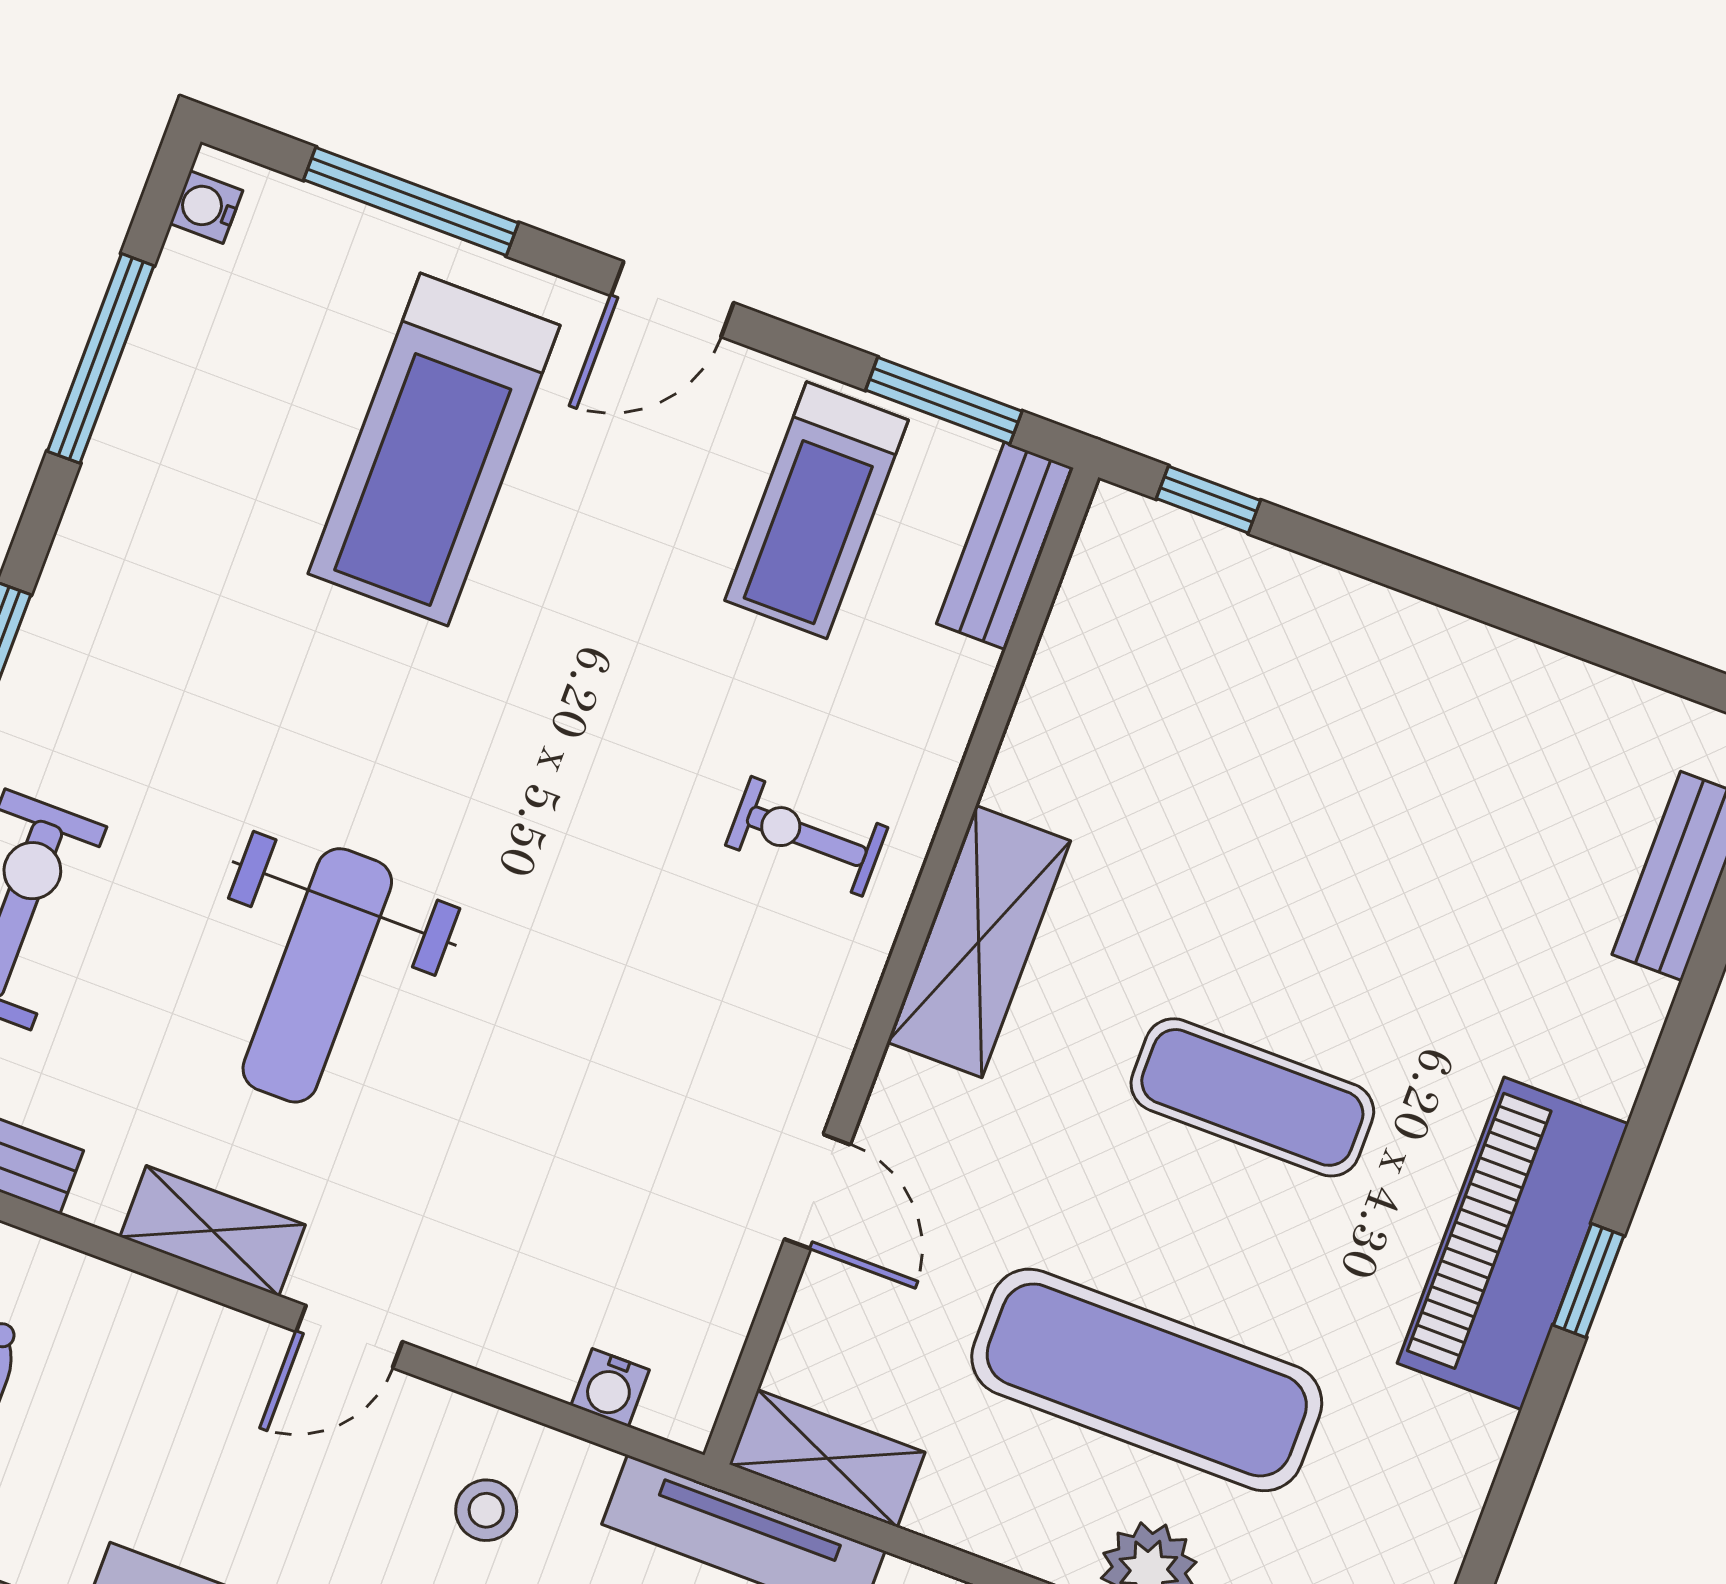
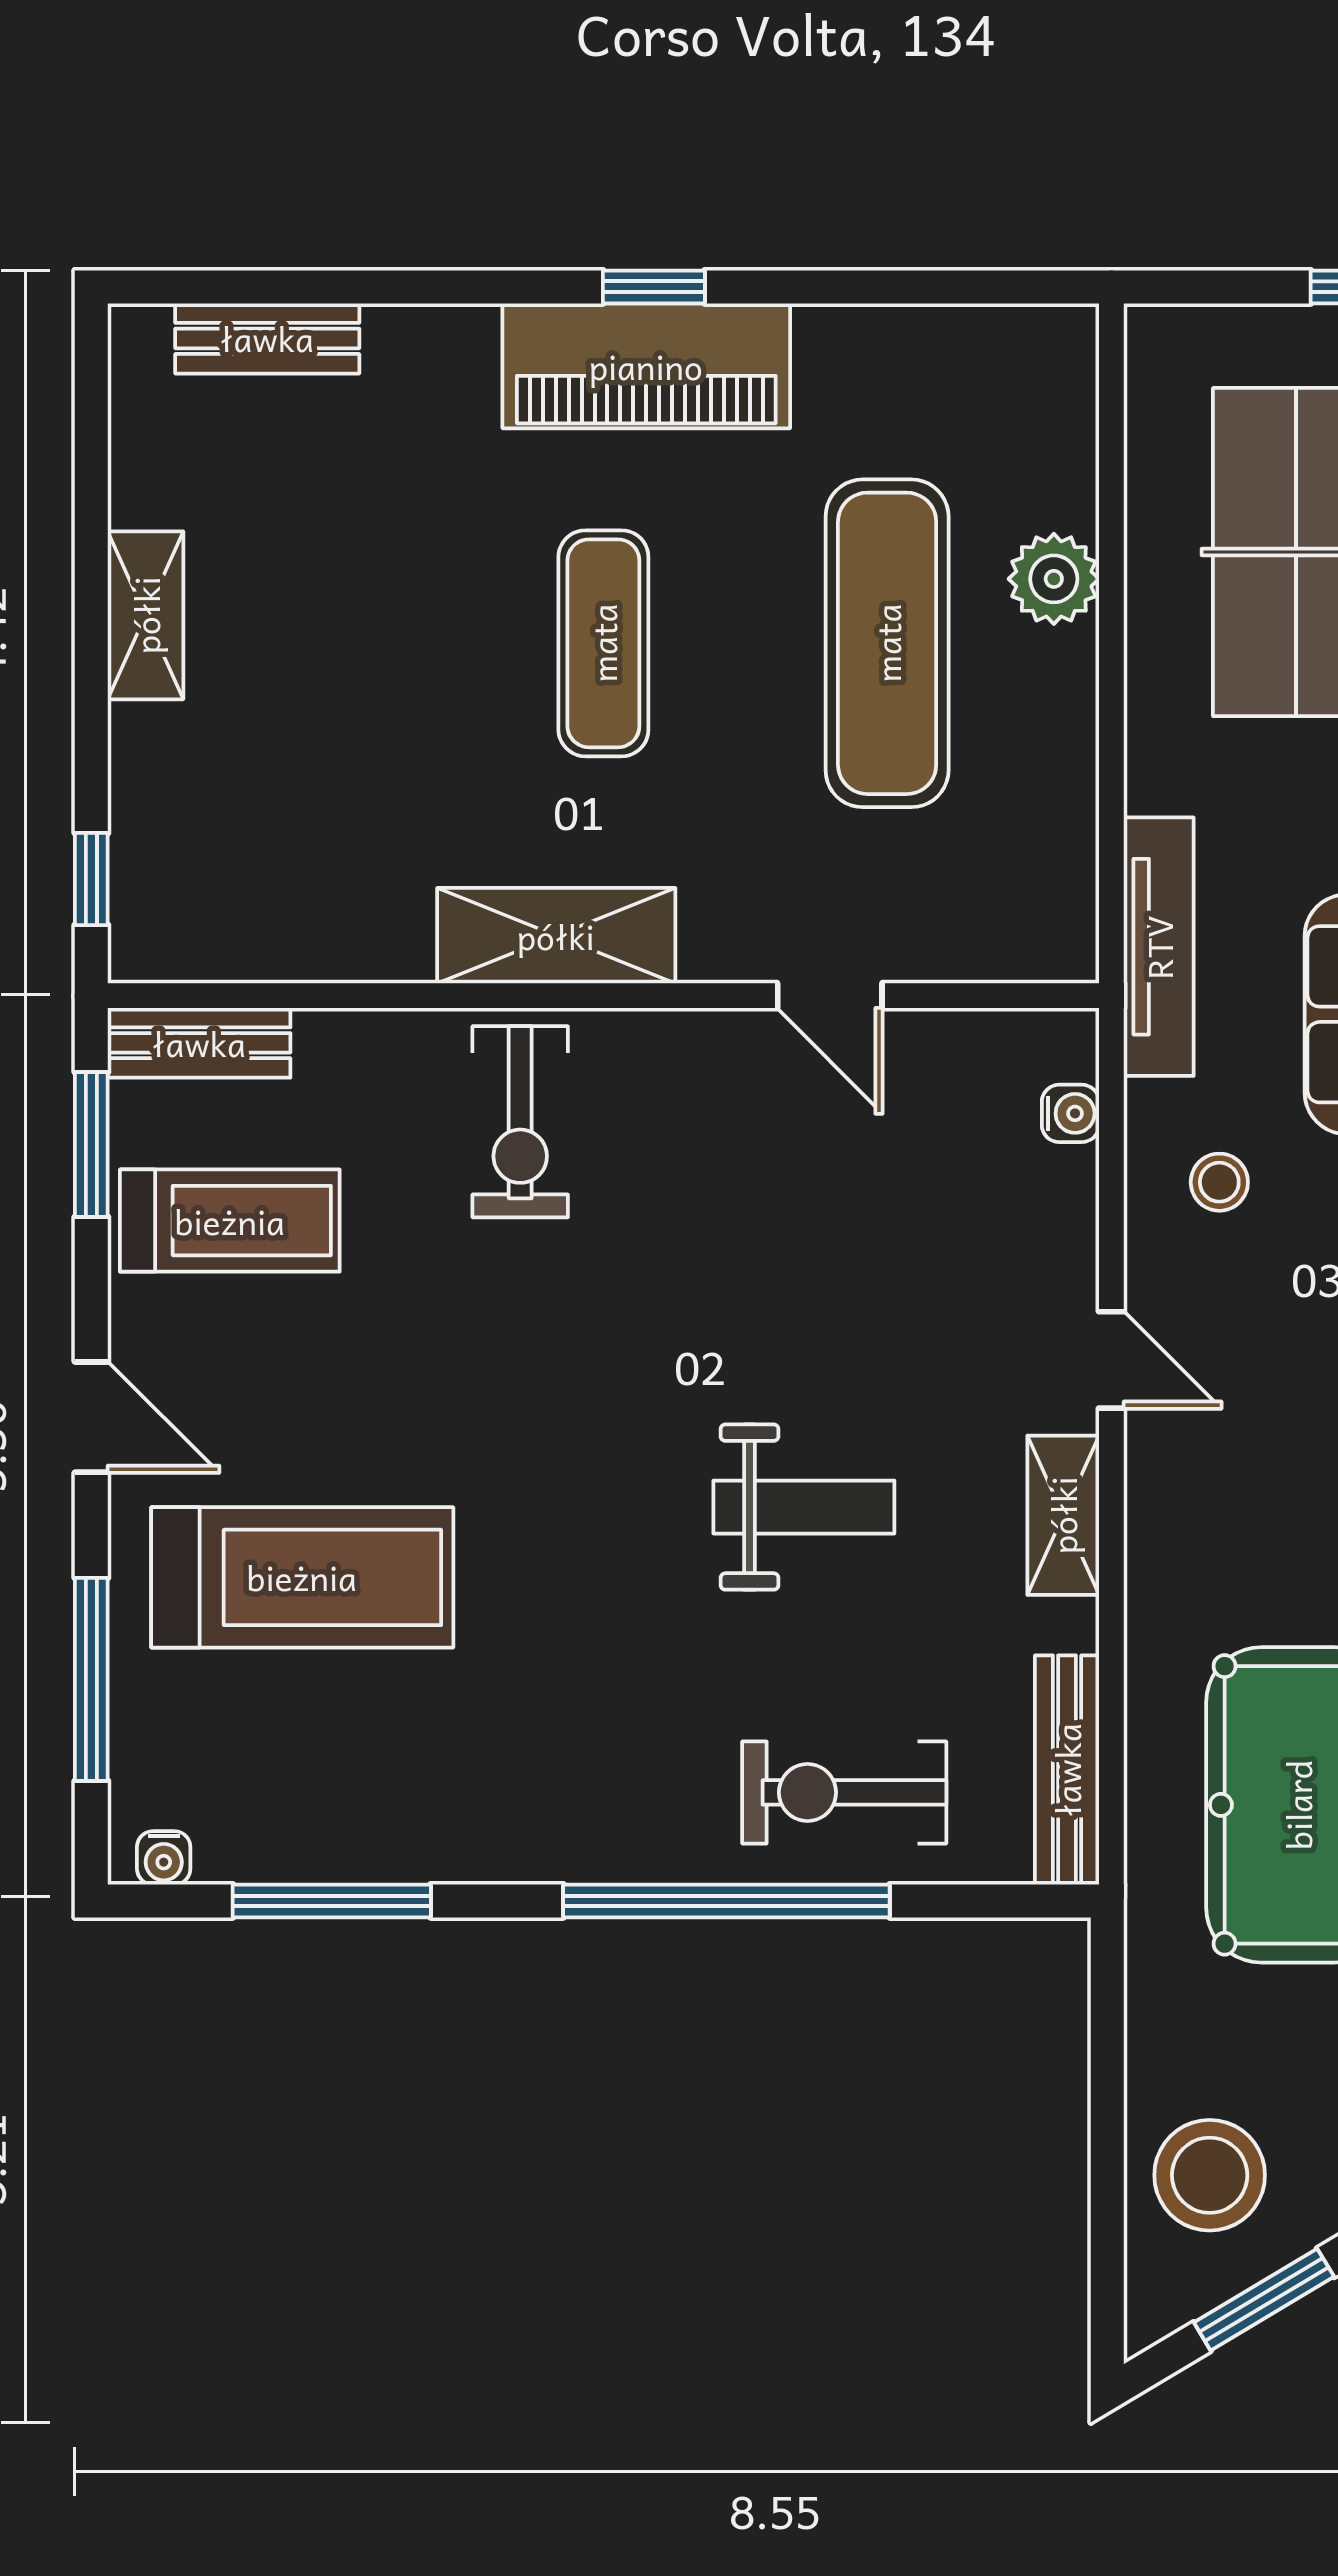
exercise bike: (807, 836) -> (520, 1122), width x1.38, depth x1.39
weight bench: (317, 975) -> (804, 1507), width x0.73, depth x0.75
door: (817, 1192) -> (830, 996), swing flipped
shelving: (827, 1458) -> (146, 615), moved

